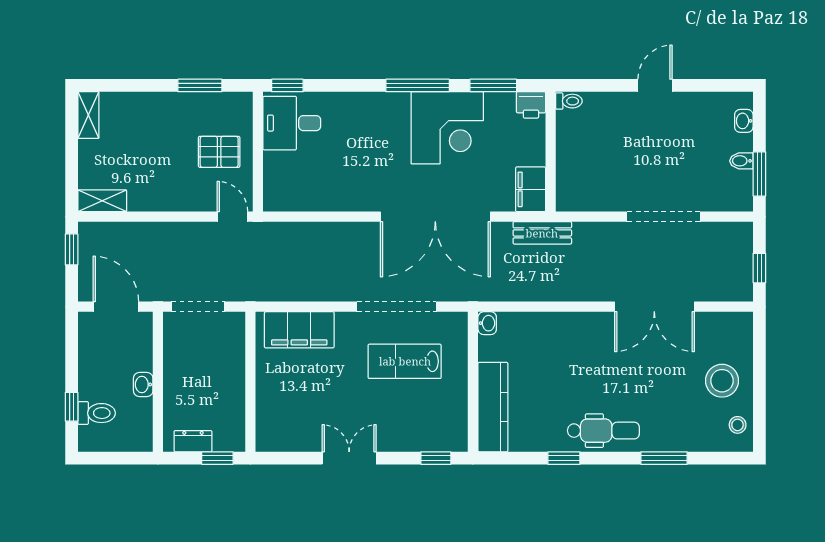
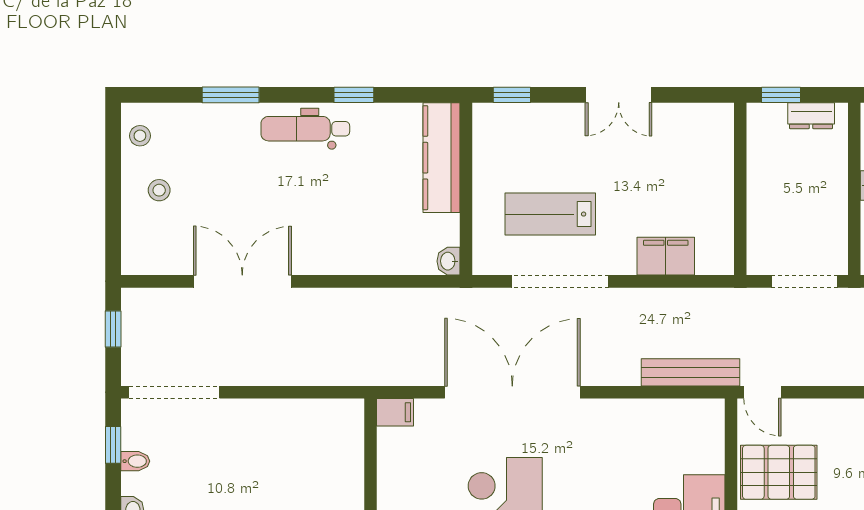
pallet: (219, 152) -> (779, 472), width x1.50, depth x1.42
window: (759, 174) -> (113, 445), width x0.67
filing cabinet: (531, 189) -> (395, 412), width x0.50
doorway: (663, 217) -> (174, 392), moved
bench: (542, 233) -> (691, 372), moved, width x1.36
filing cabinet: (299, 330) -> (666, 256), width x0.67, depth x0.86
lab bench: (405, 361) -> (550, 214), turned 180
stool: (722, 381) -> (159, 190), width x0.53, depth x0.53

